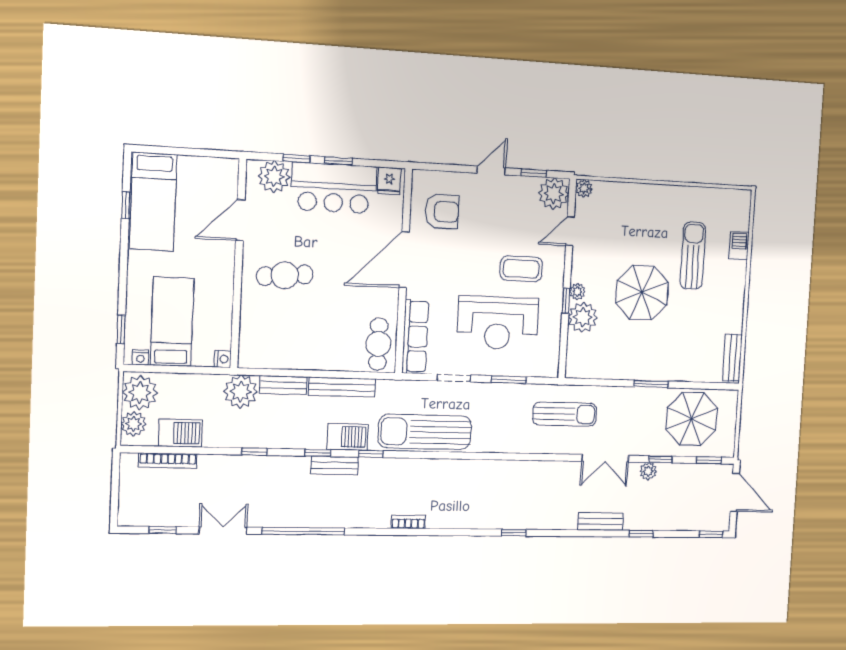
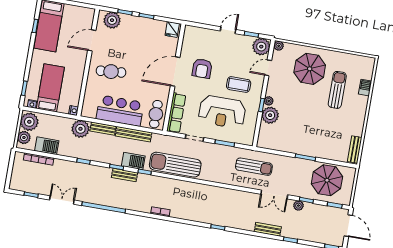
bar counter: (334, 188) -> (120, 111), moved, turned 180
armchair: (442, 212) -> (202, 69), moved, turned 90
parasol: (642, 293) -> (310, 69), moved

